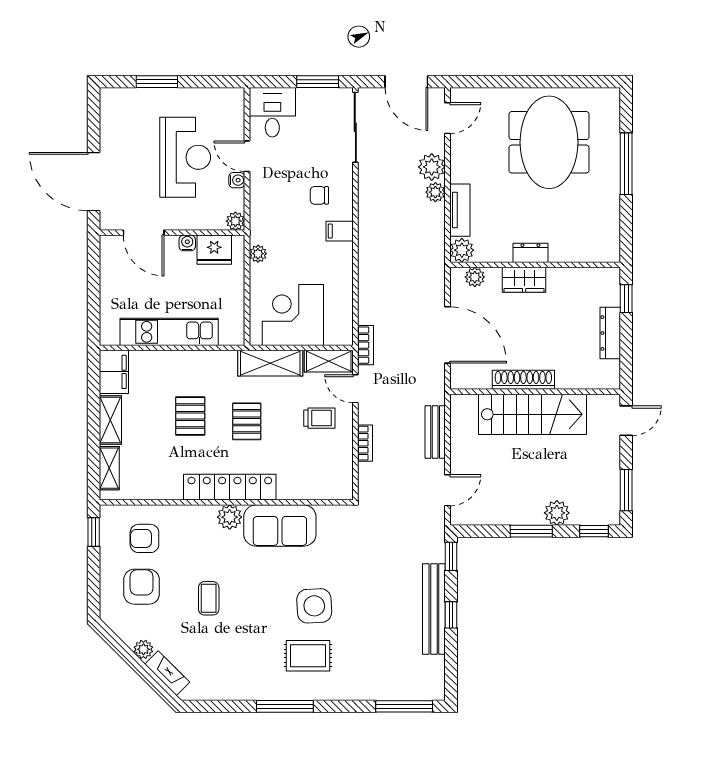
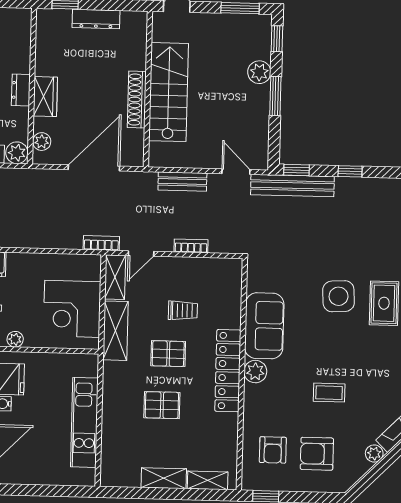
filing cabinet: (114, 372) -> (120, 474), removed
trolley: (319, 418) -> (183, 310), moved, turned 90
bench: (434, 609) -> (292, 186), moved

